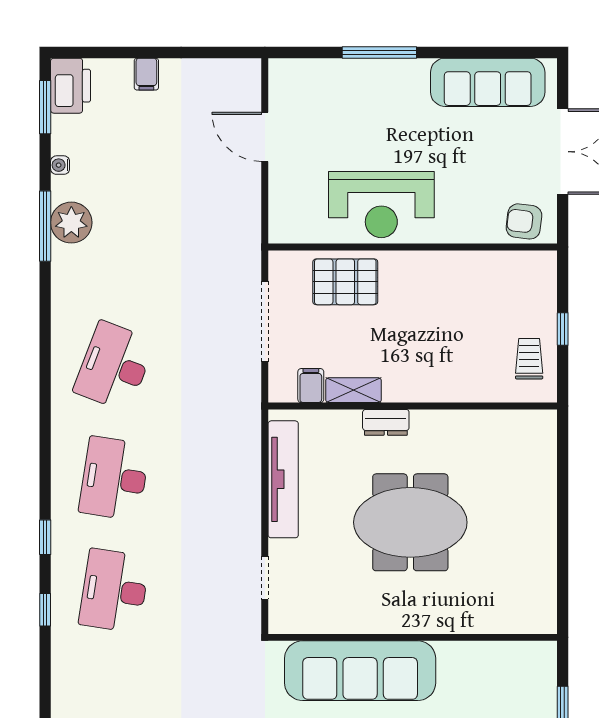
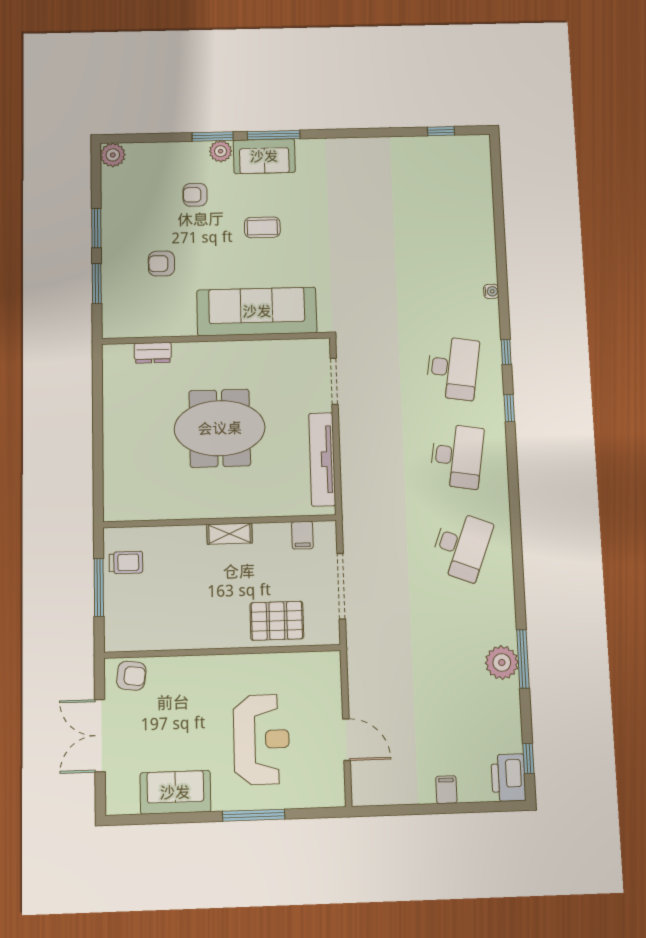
sofa: (488, 82) -> (175, 792), width x0.73
window: (45, 107) -> (528, 759), width x0.67
water cooler: (60, 165) -> (491, 291), moved
reception desk: (381, 205) -> (261, 739), moved, turned 90
window: (563, 329) -> (99, 588), width x2.17
trolley: (529, 359) -> (126, 562), turned -90
shelving: (353, 390) -> (230, 534), moved
dresser: (386, 422) -> (153, 353), moved, turned 180
doorway: (265, 578) -> (334, 381), width x1.38

